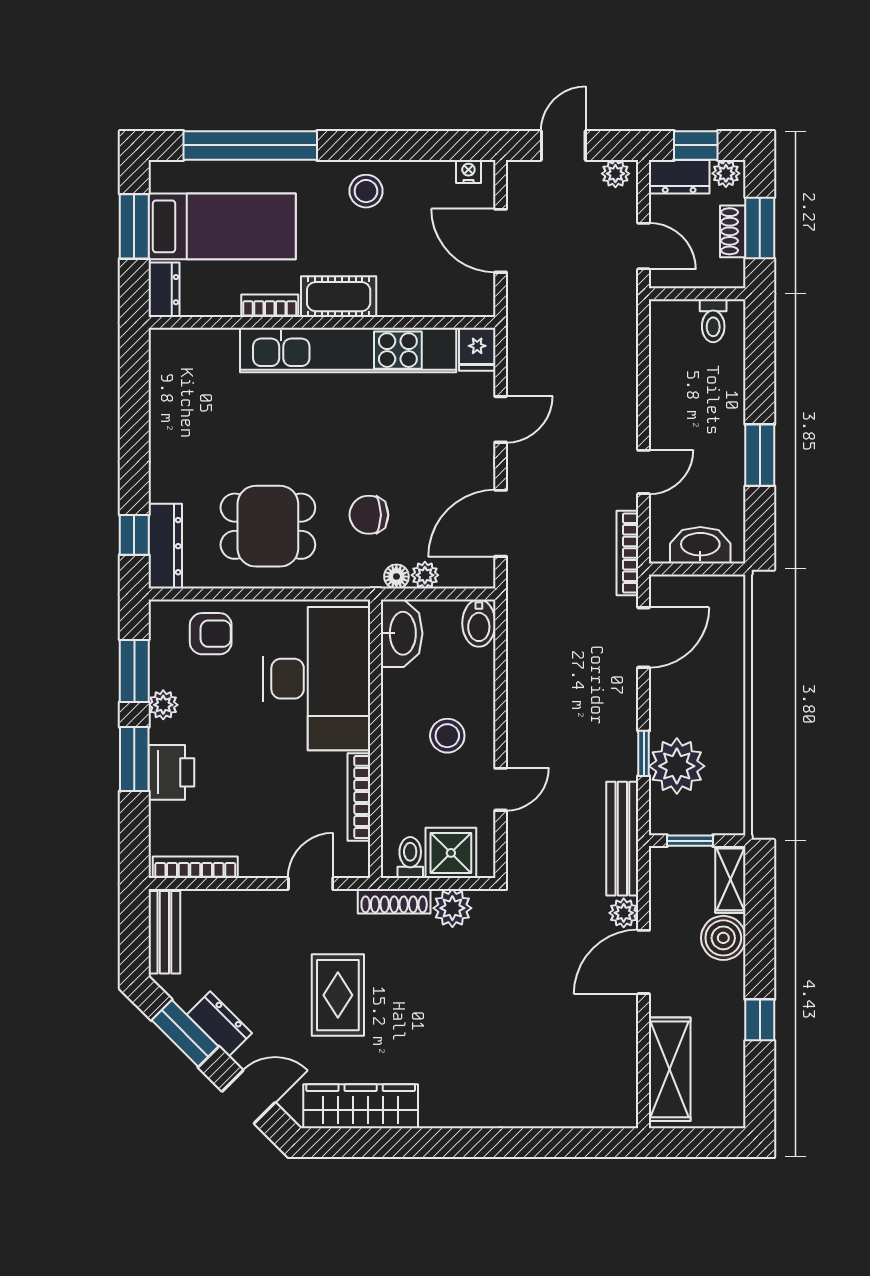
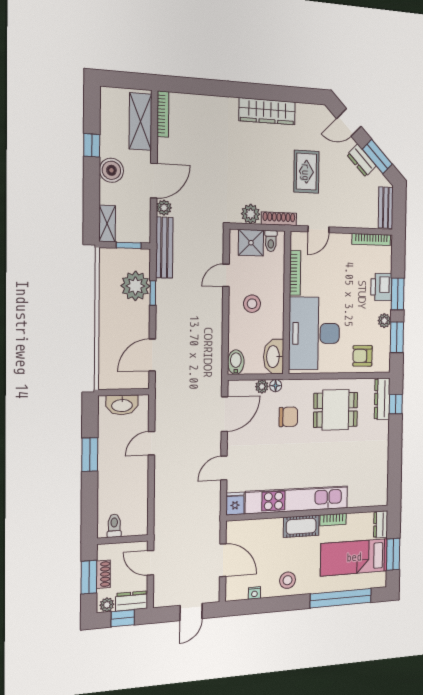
nightstand: (468, 171) -> (254, 593), moved
plant: (615, 174) -> (165, 600), removed
bookcase: (627, 553) -> (163, 114), moved
boiler: (723, 938) -> (111, 170), moved
wardrobe: (361, 1106) -> (267, 111), moved

